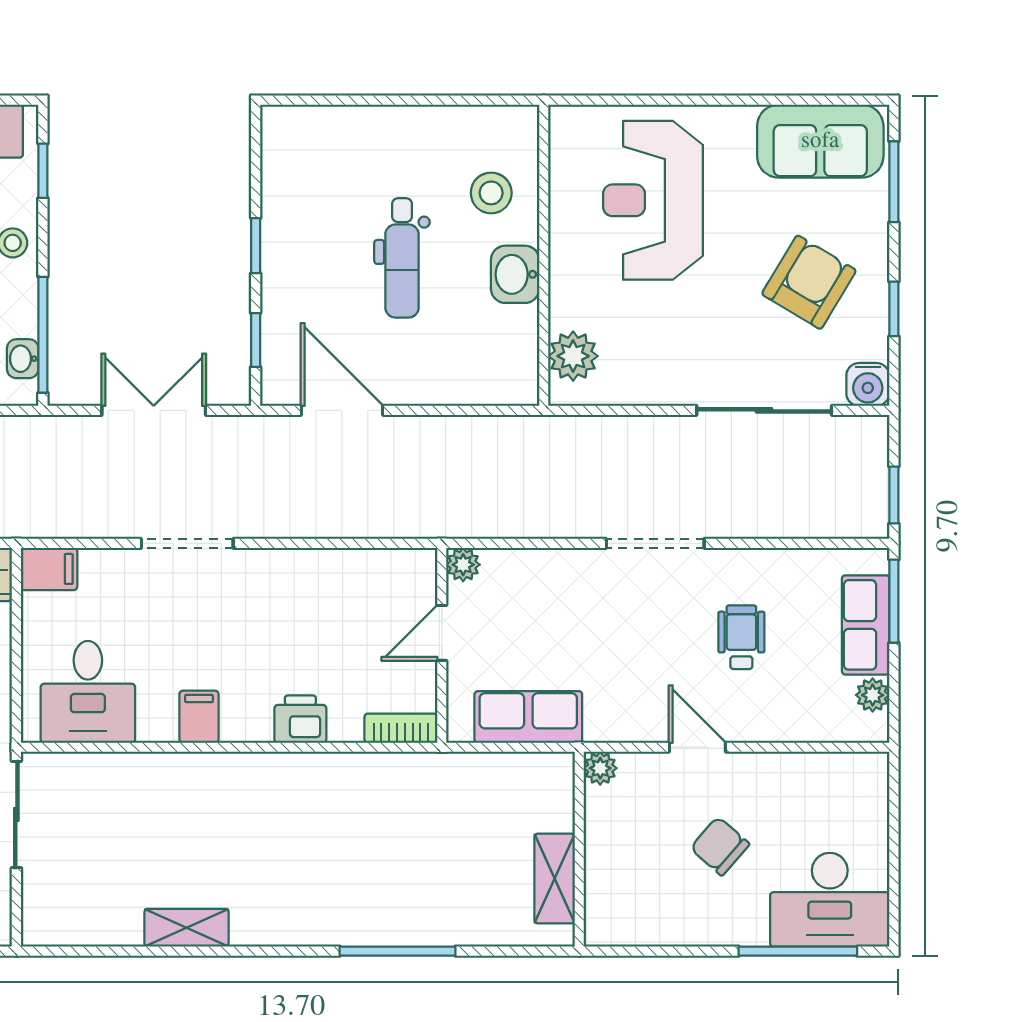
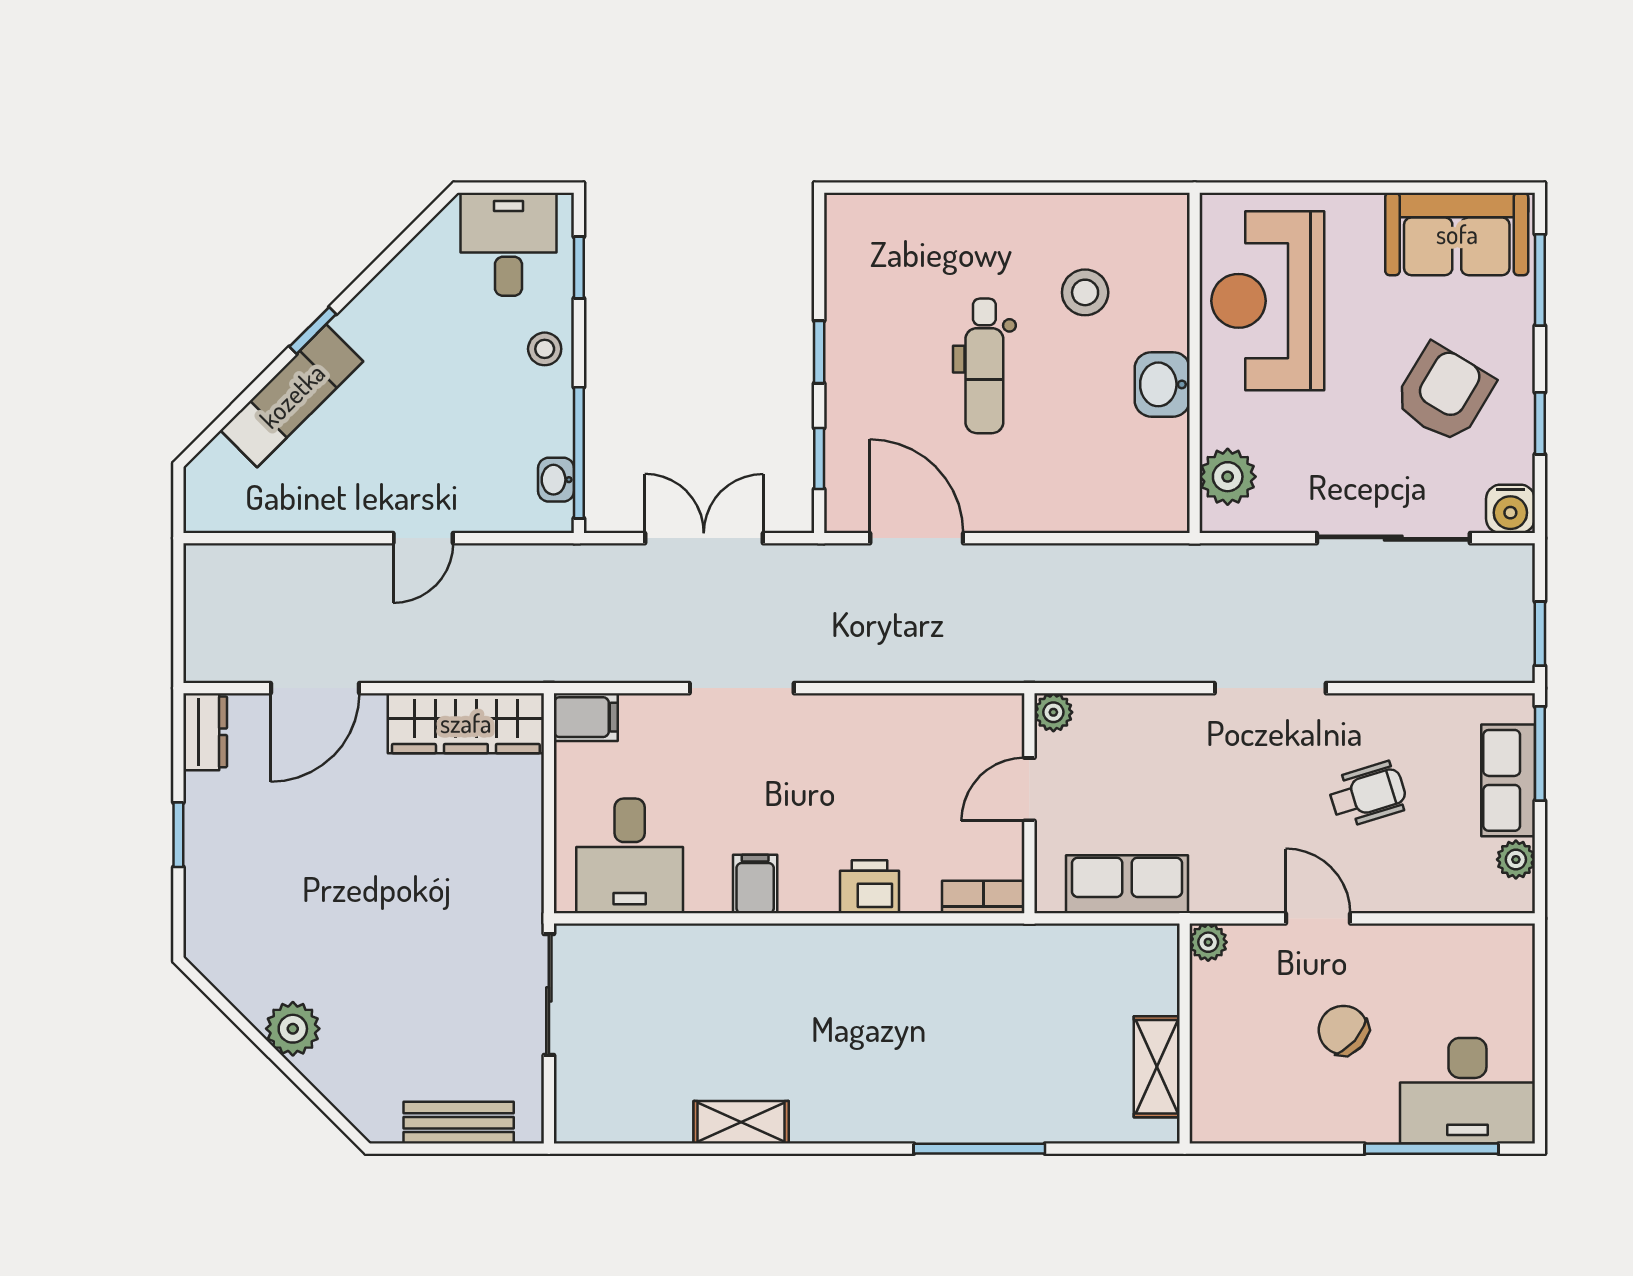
wall: (544, 255) -> (1195, 363), moved
washbasin: (515, 274) -> (1162, 384), moved
plant: (573, 356) -> (1228, 477), moved
wheelchair: (741, 637) -> (1368, 794), turned 73

